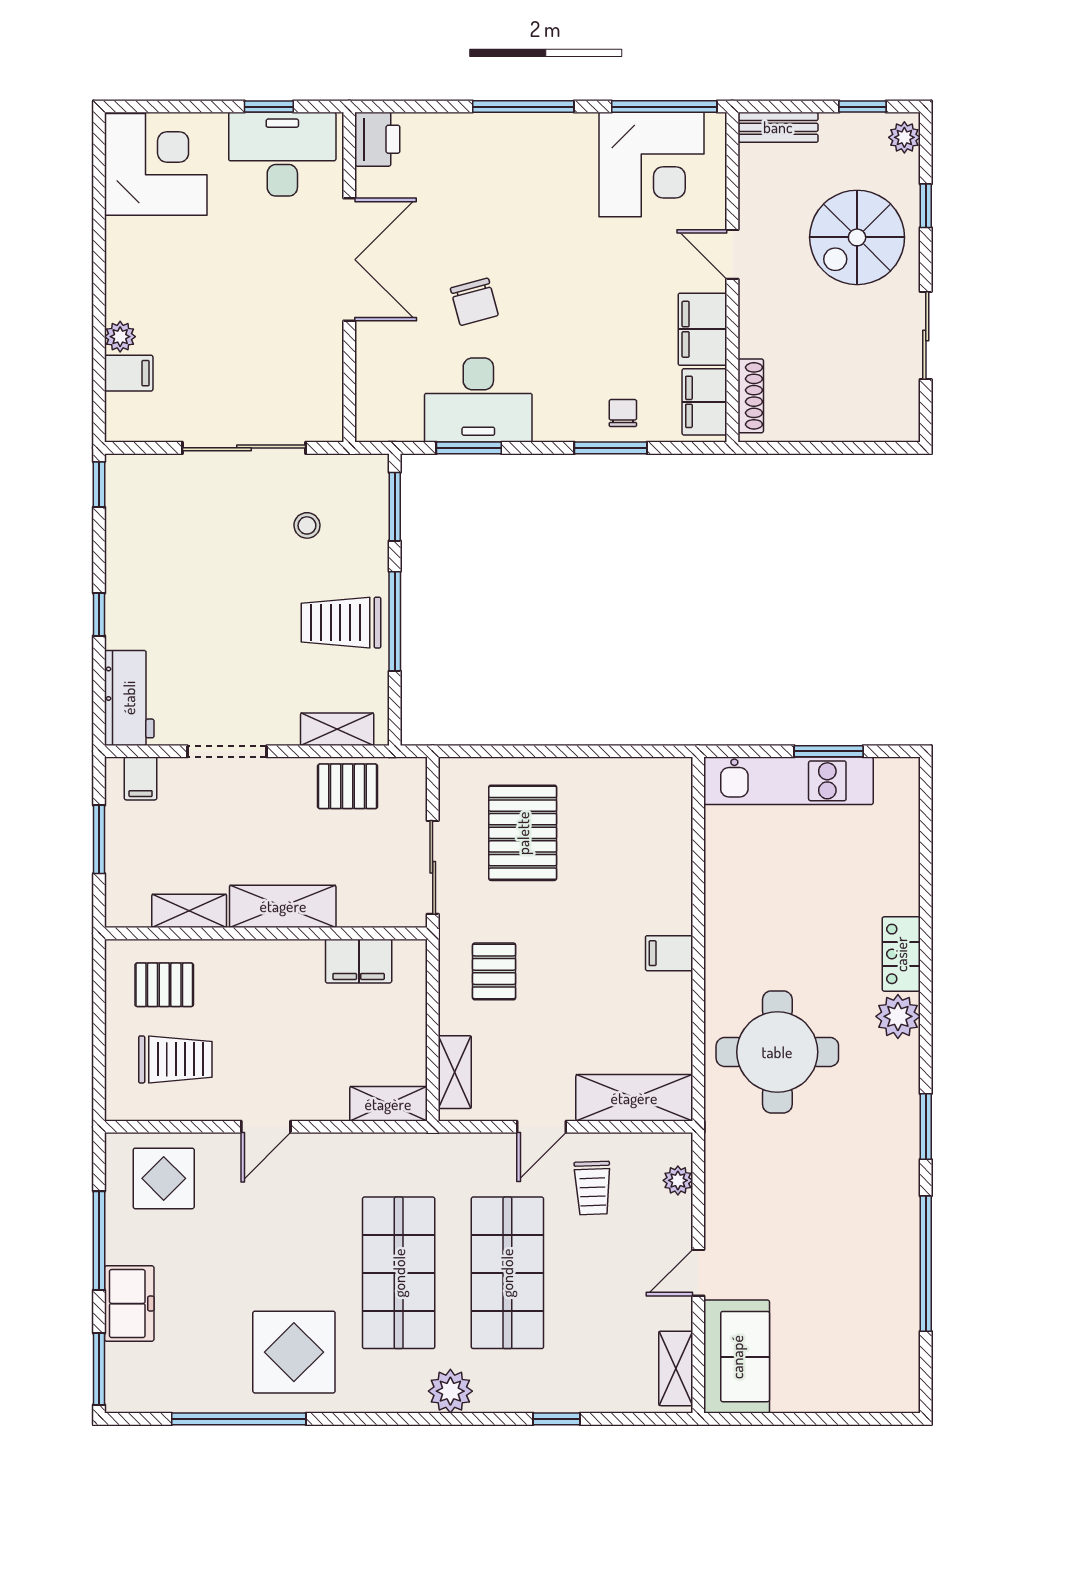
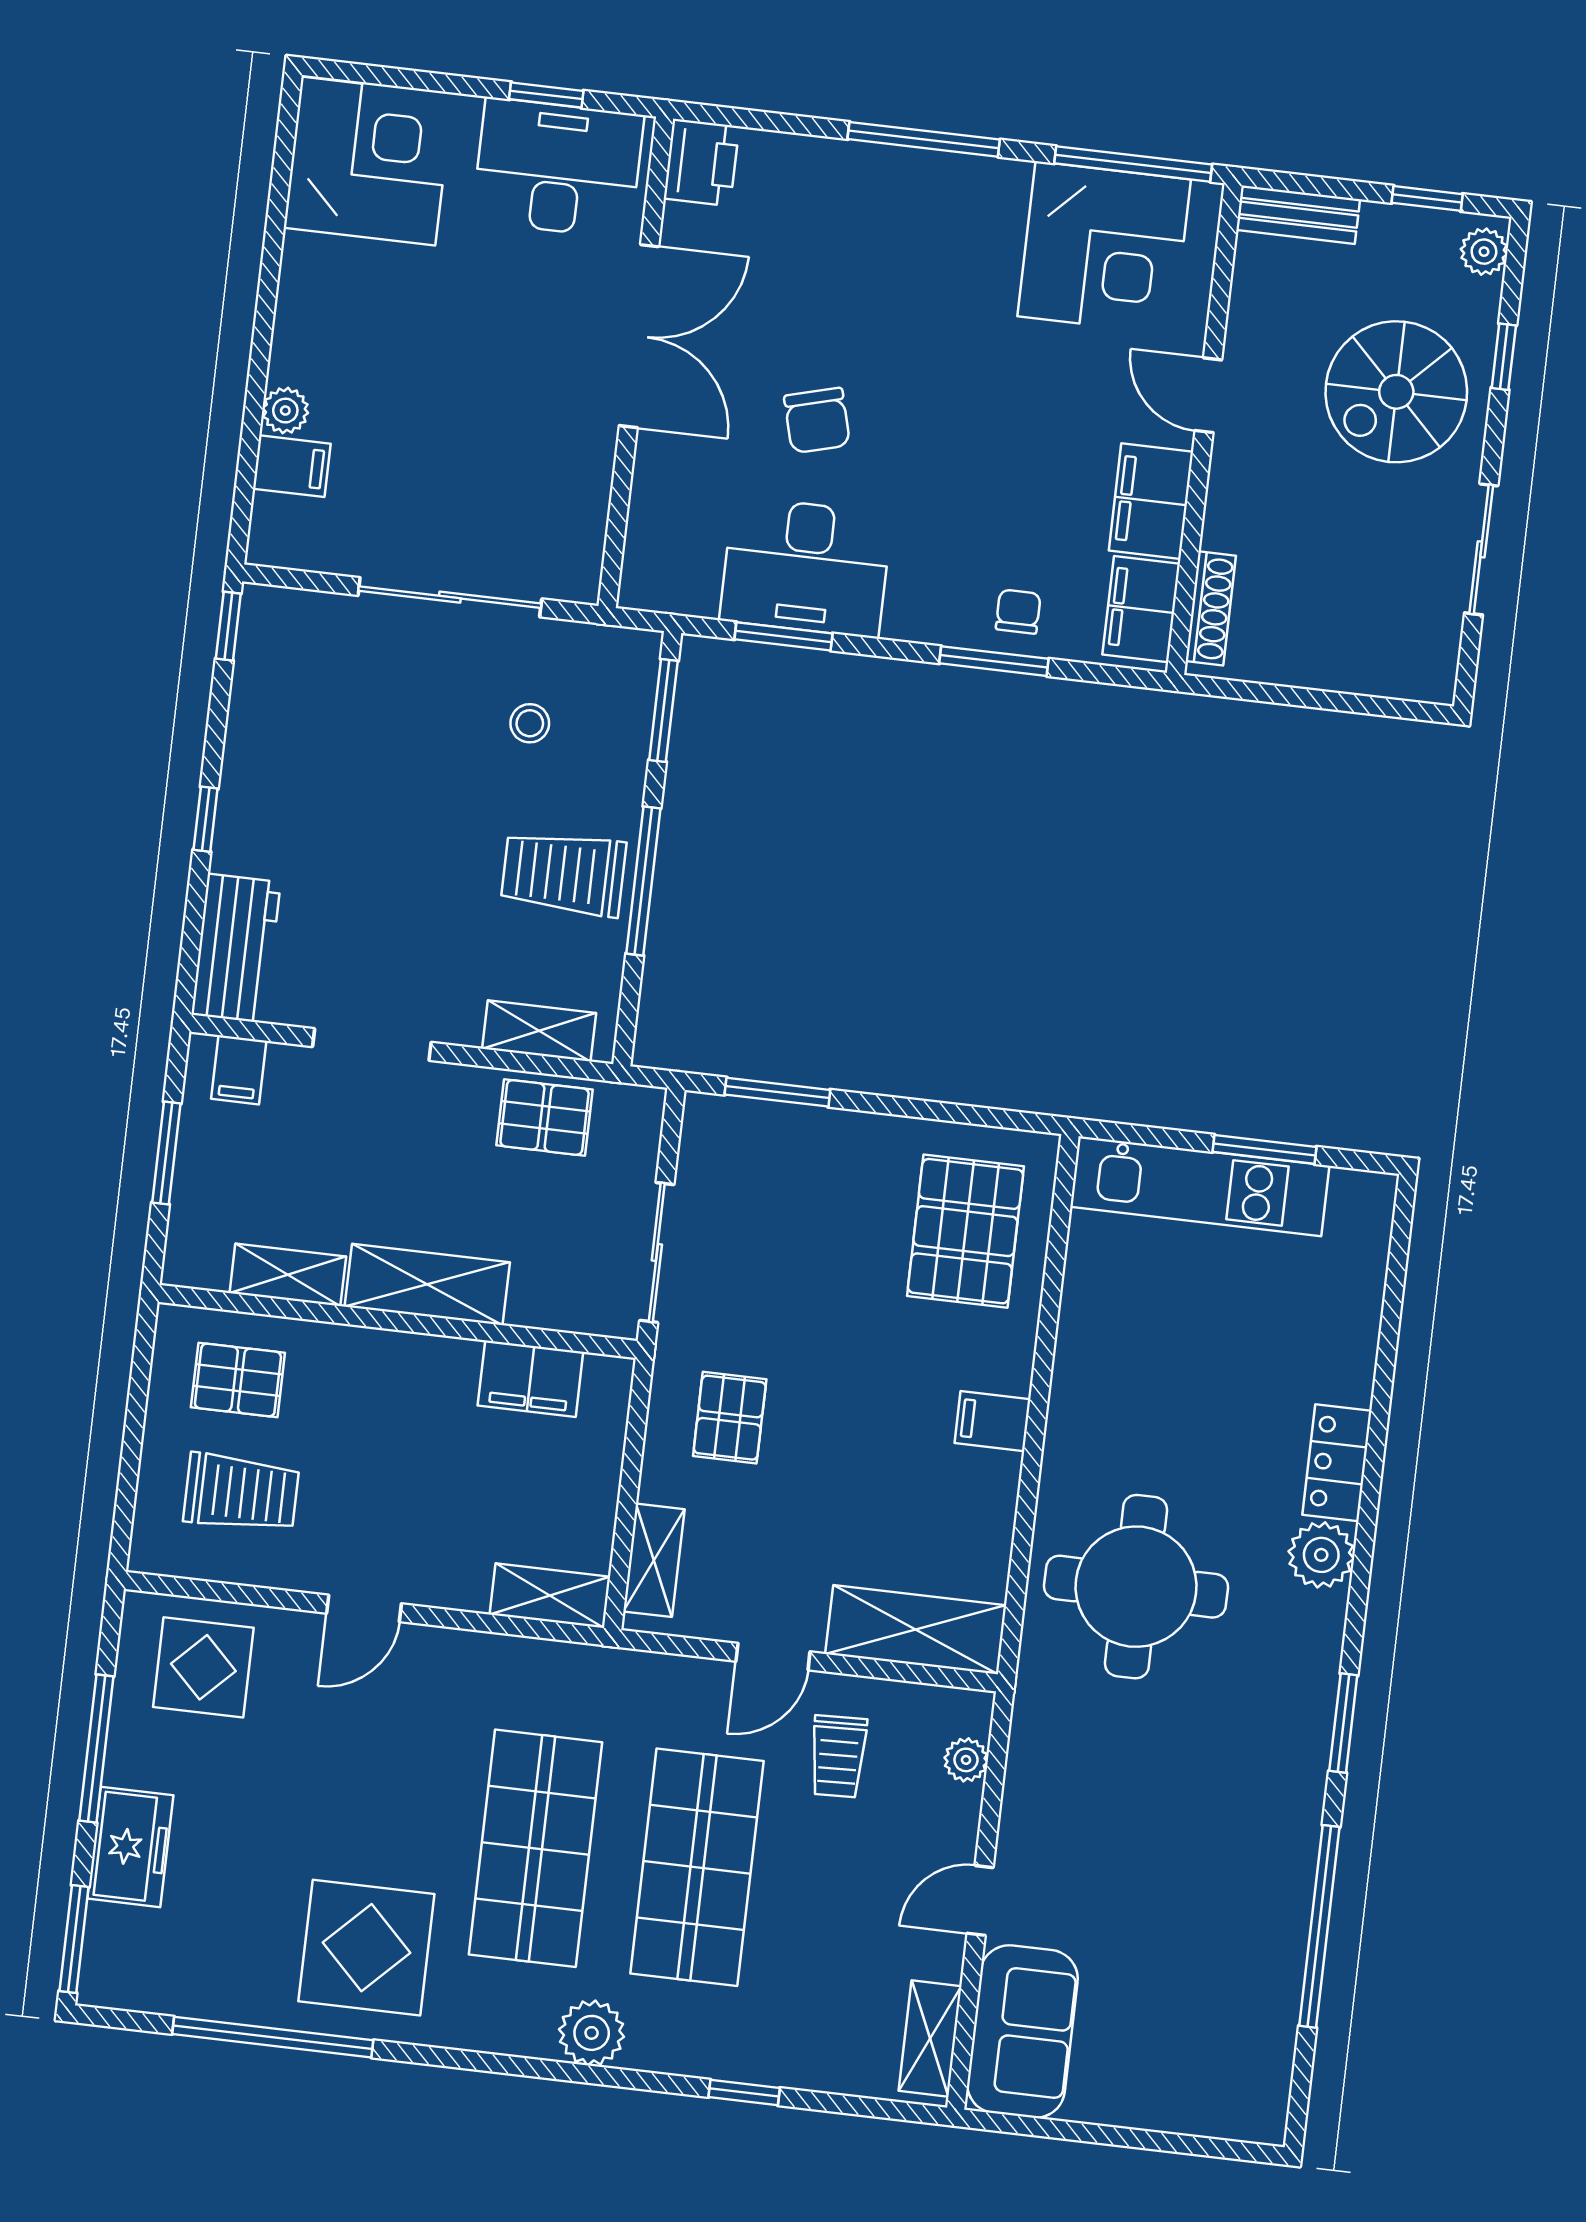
window: (500, 751) -> (777, 1092), added
pallet: (523, 833) -> (965, 1231), moved

